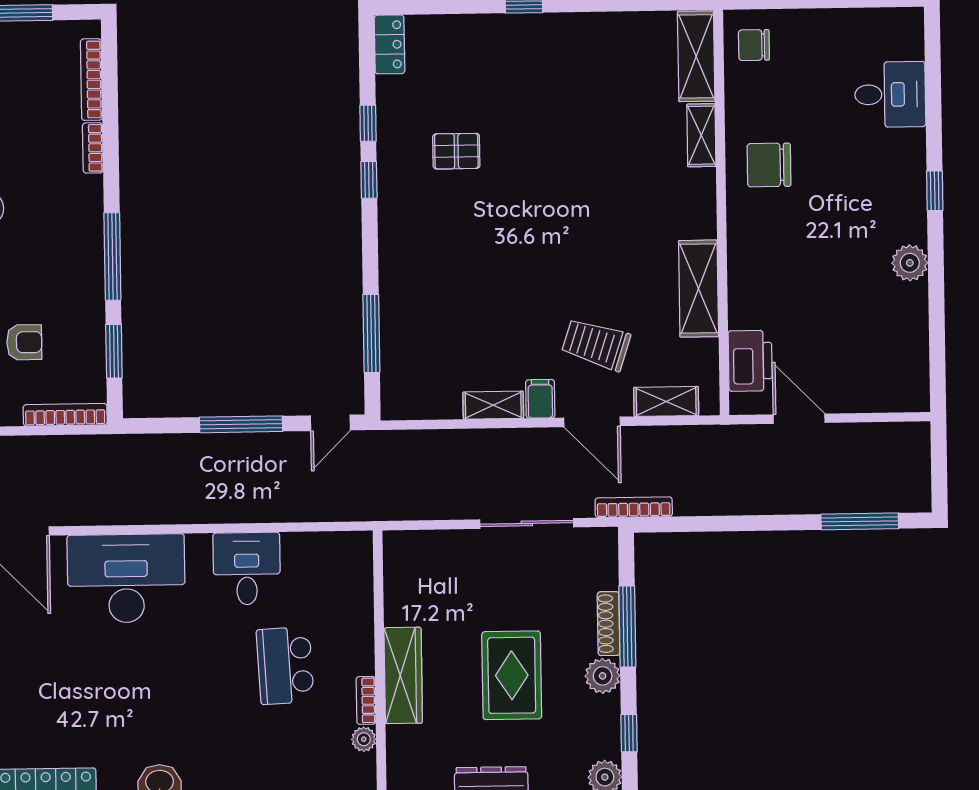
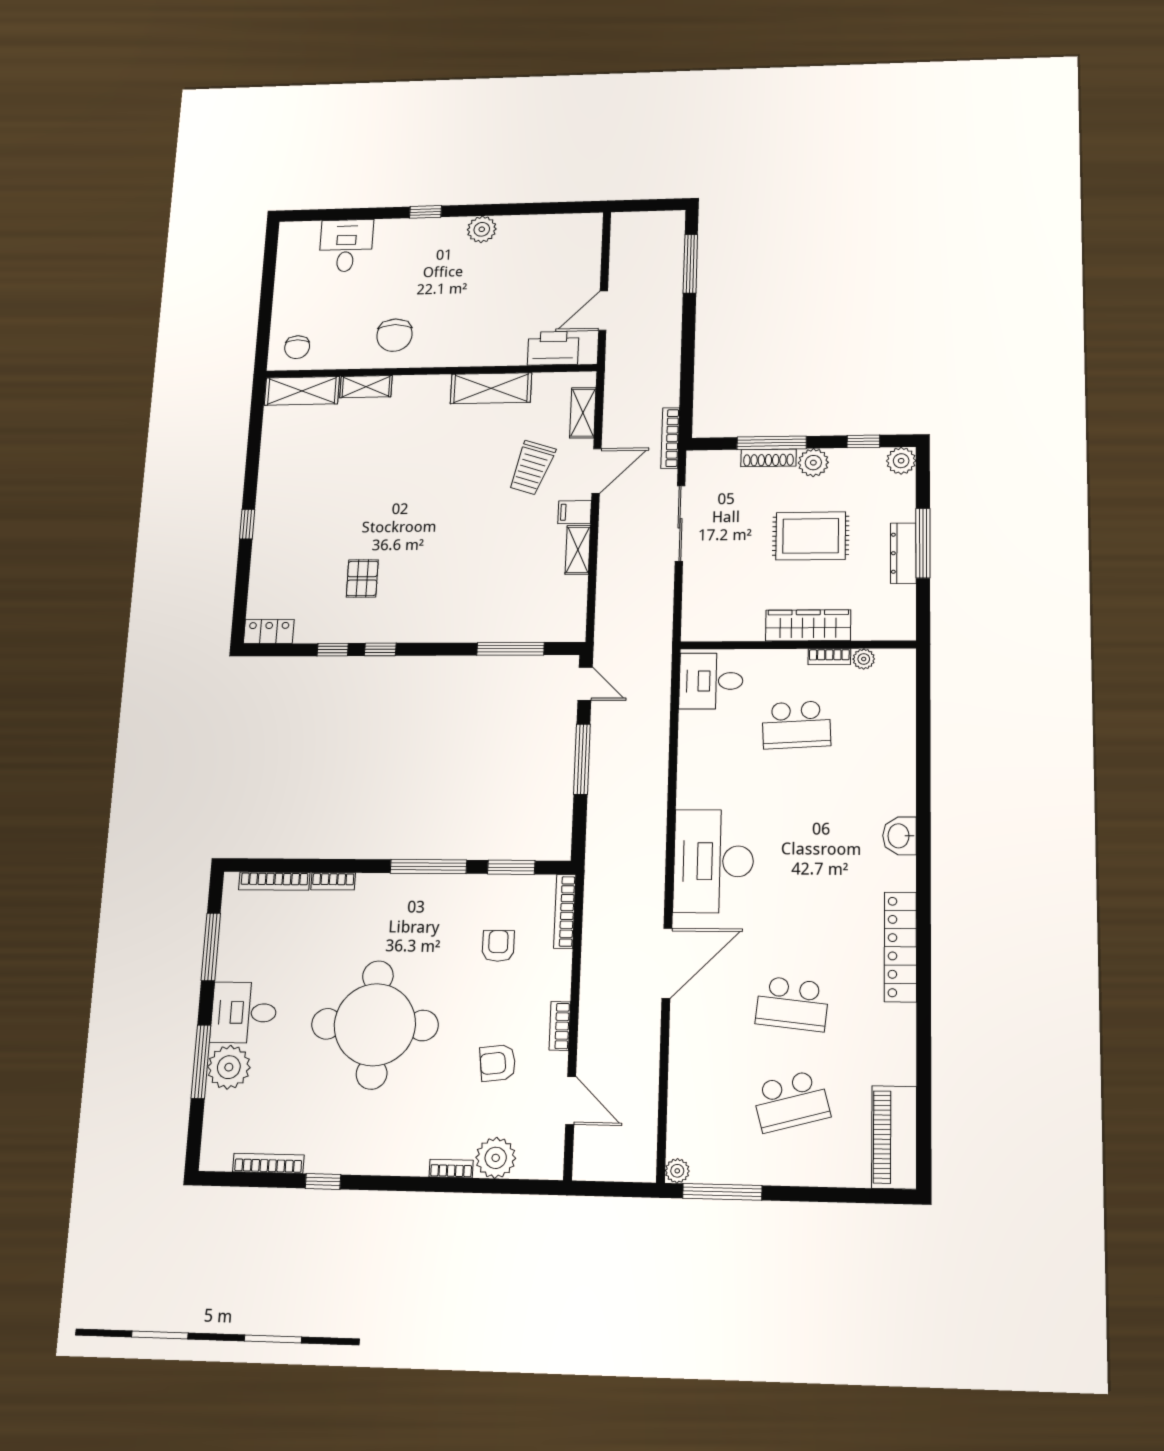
desk: (247, 569) -> (711, 681), moved

